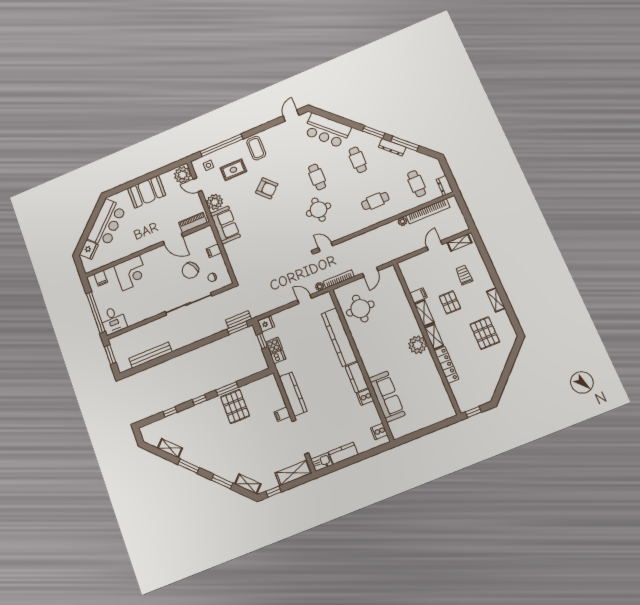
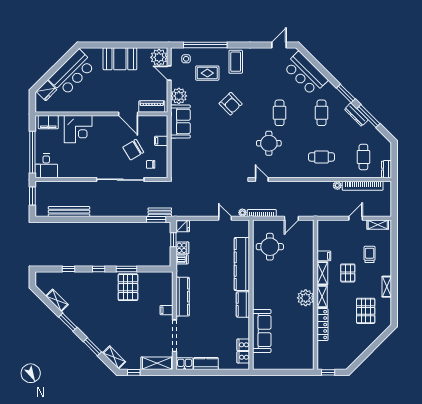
filing cabinet: (101, 278) -> (48, 122), width x2.00
cooker: (365, 397) -> (243, 345), moved

